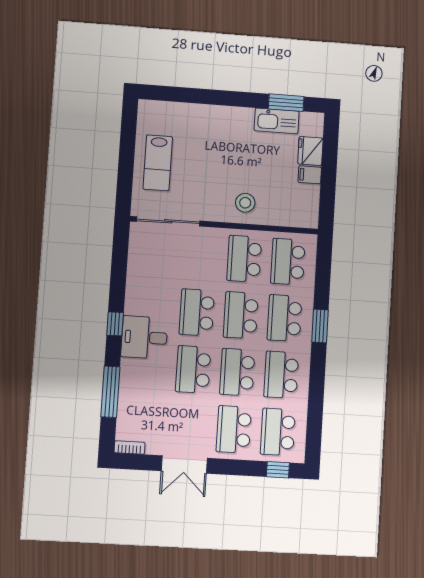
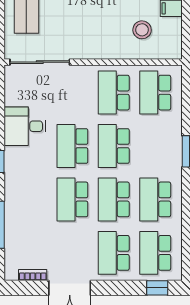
stool: (245, 203) -> (142, 30), moved
school desk: (285, 318) -> (155, 146), removed
desk: (144, 337) -> (25, 126), moved
bookcase: (130, 448) -> (33, 275), moved

